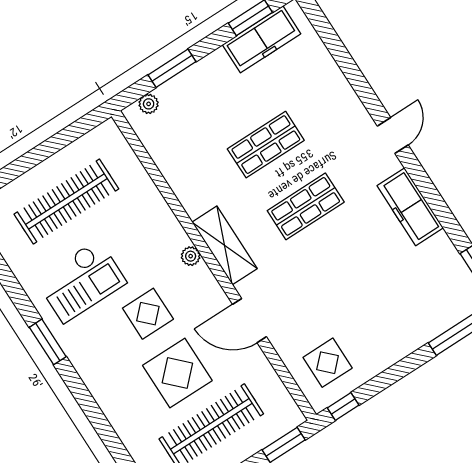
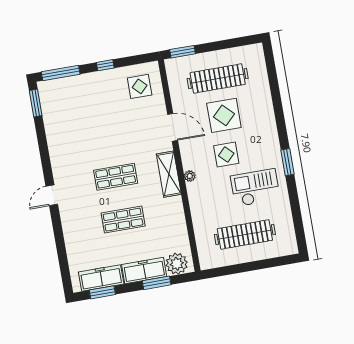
plant: (149, 104) -> (177, 264), width x1.87, depth x1.87
freezer: (410, 207) -> (144, 271), moved, turned -90
window: (343, 407) -> (105, 65), moved

